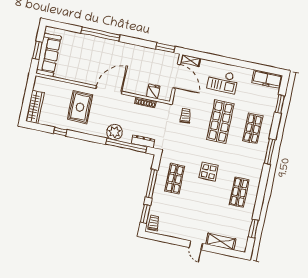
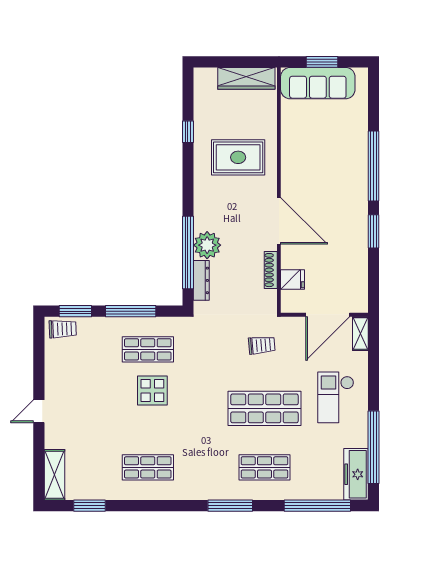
window: (165, 48) -> (373, 231), moved
window: (254, 66) -> (373, 447), added
door: (109, 90) -> (279, 221), moved
window: (280, 104) -> (317, 506), width x2.11
wardrobe: (35, 107) -> (246, 78), moved
plant: (114, 132) -> (207, 245), moved
display table: (209, 171) -> (152, 390), moved
shelving: (221, 242) -> (54, 475), moved

